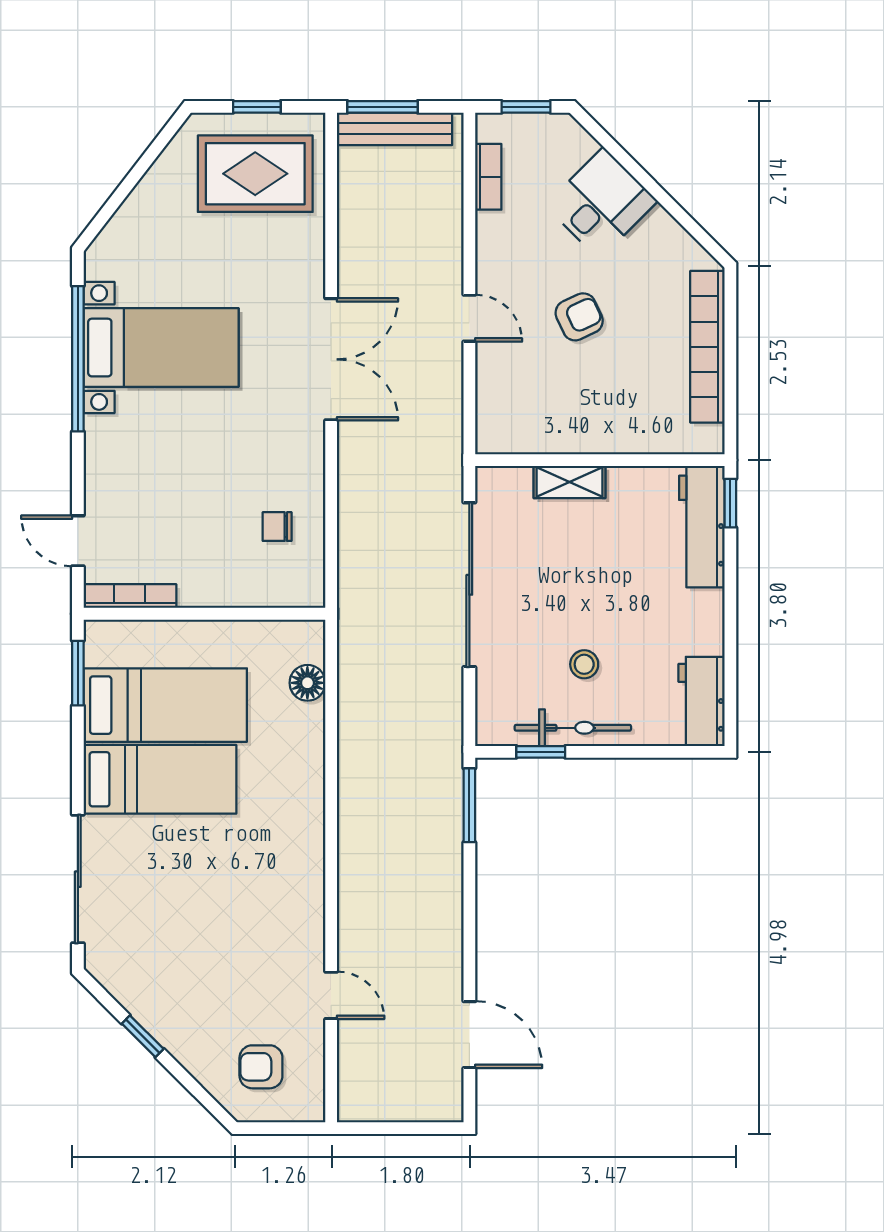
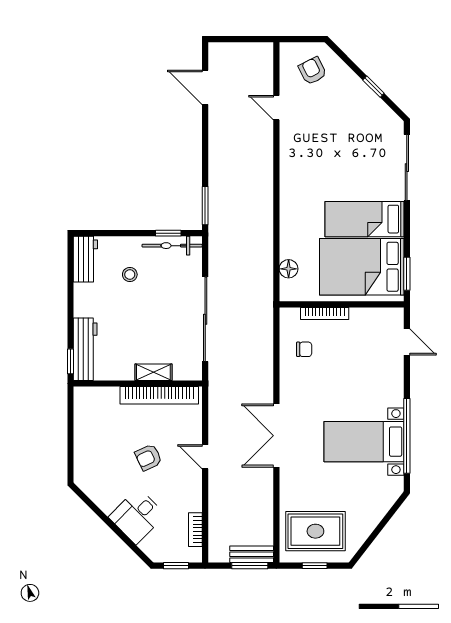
bench: (395, 129) -> (252, 554), width x0.73
bookcase: (707, 347) -> (159, 395), moved, turned 90
bookcase: (130, 596) -> (325, 313), moved
stool: (584, 664) -> (130, 275), moved
bed: (165, 705) -> (362, 267), width x1.50
bicycle: (573, 728) -> (172, 246), moved
armchair: (261, 1067) -> (312, 71), turned -117

